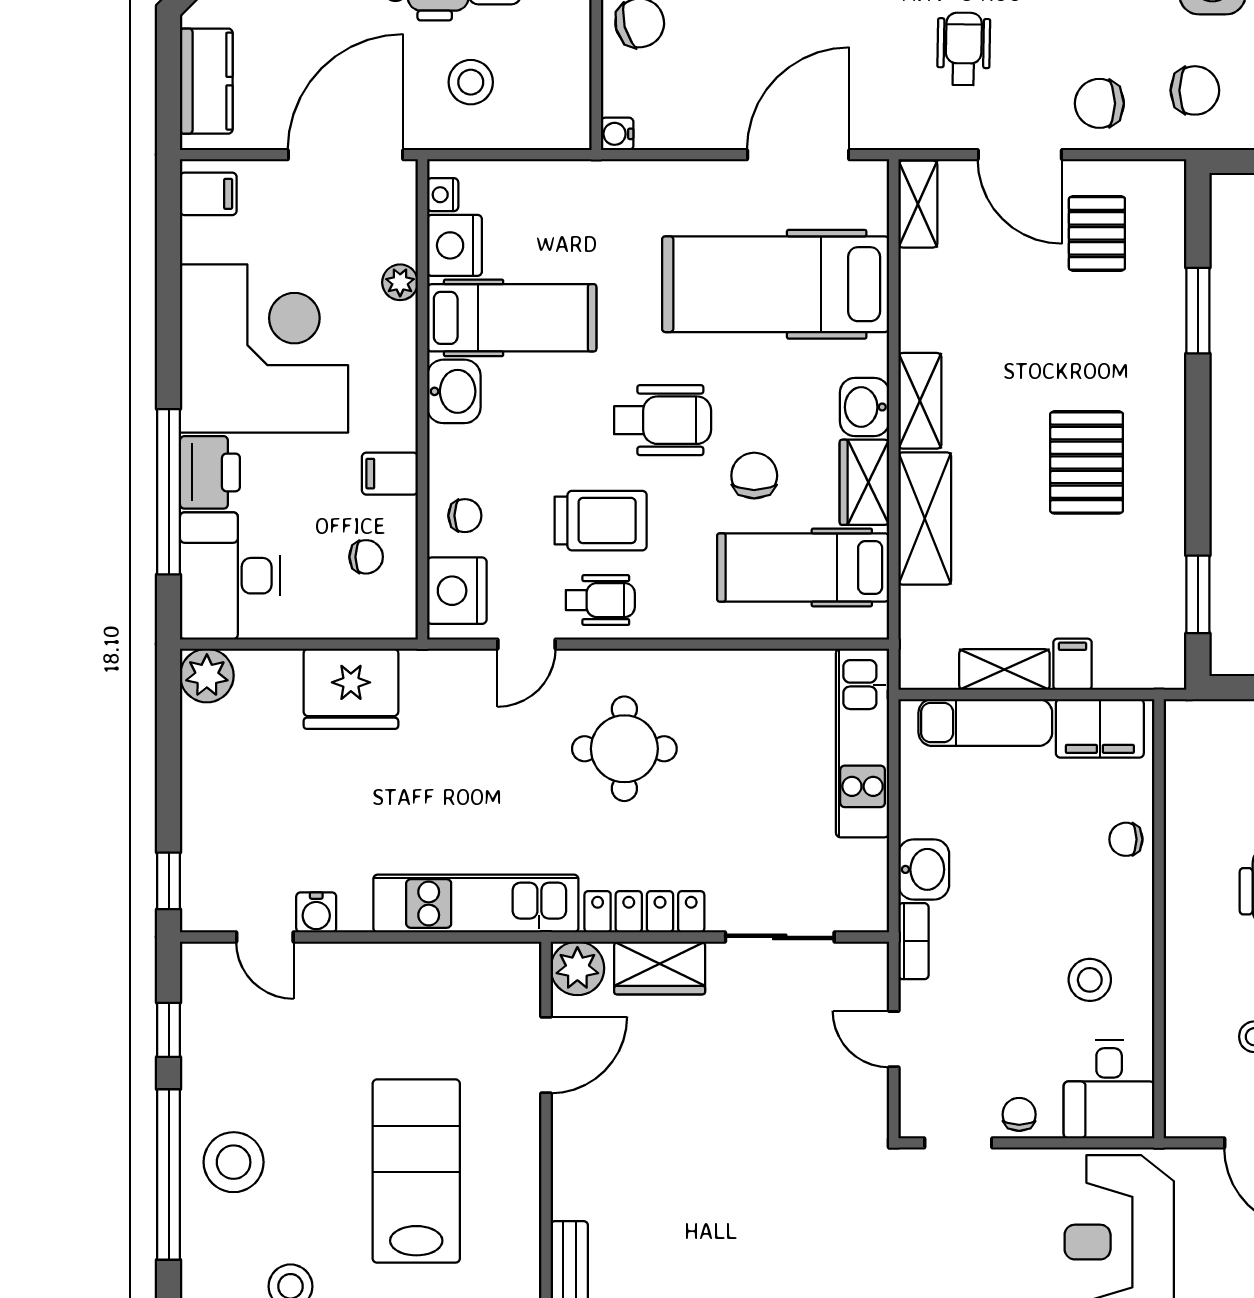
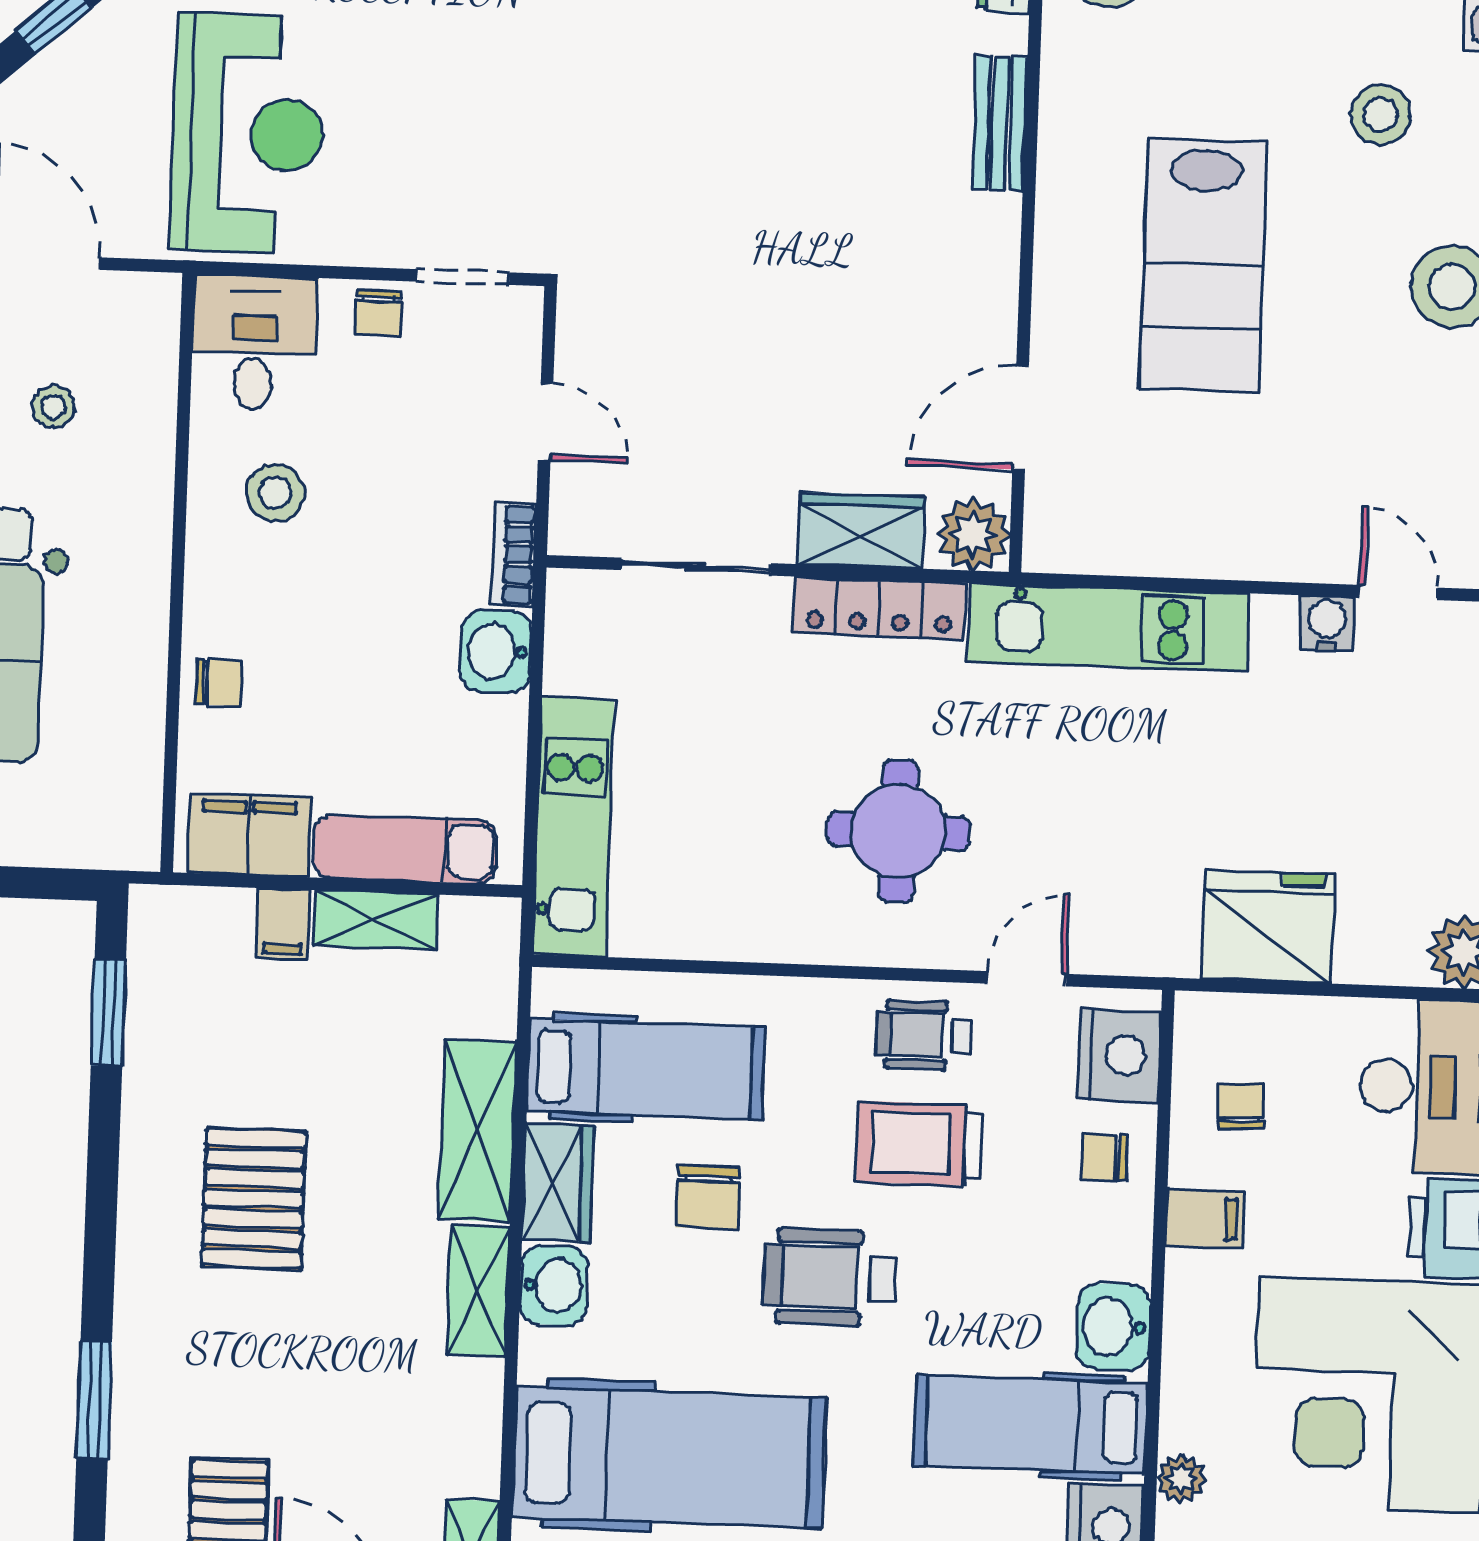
chair: (366, 557) -> (1241, 1106), turned 87

